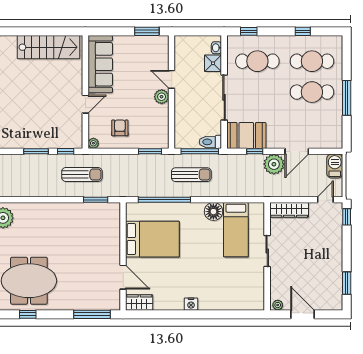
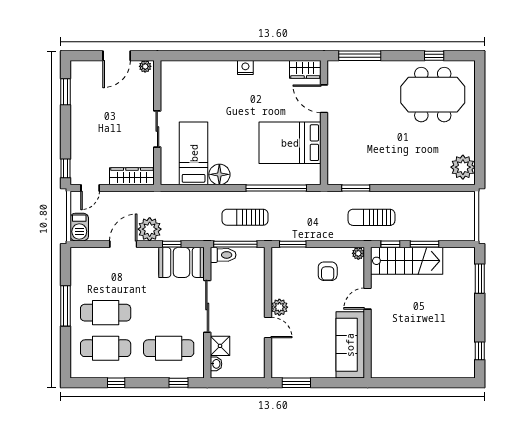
stairs: (49, 47) -> (407, 261), moved, turned 180
door: (302, 314) -> (117, 56), hinge flipped

